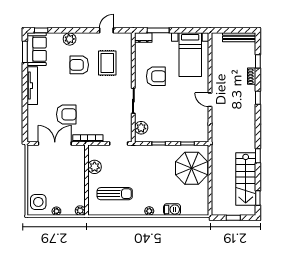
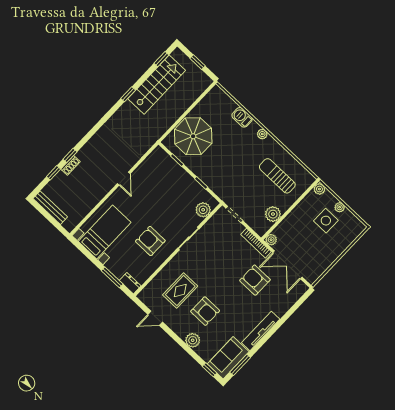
window: (258, 98) -> (70, 155), moved
plant: (80, 150) -> (271, 240), added
side table: (38, 202) -> (326, 221), moved

